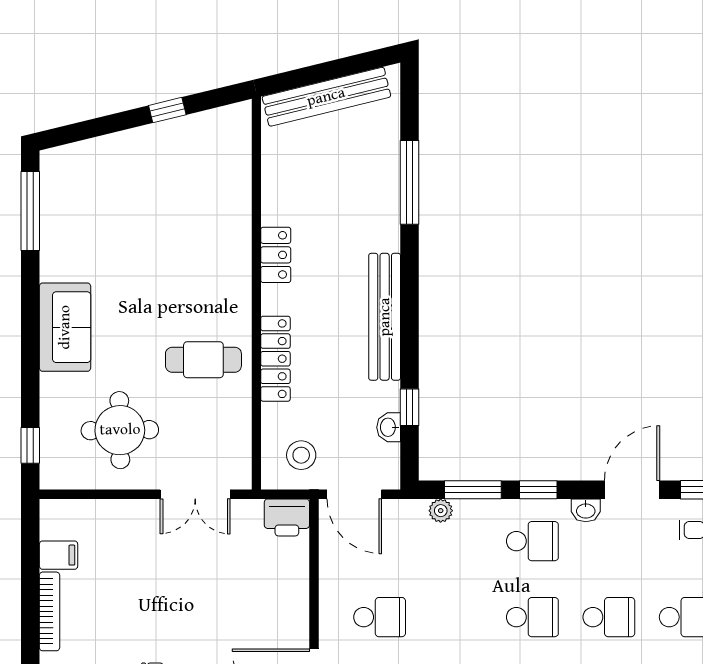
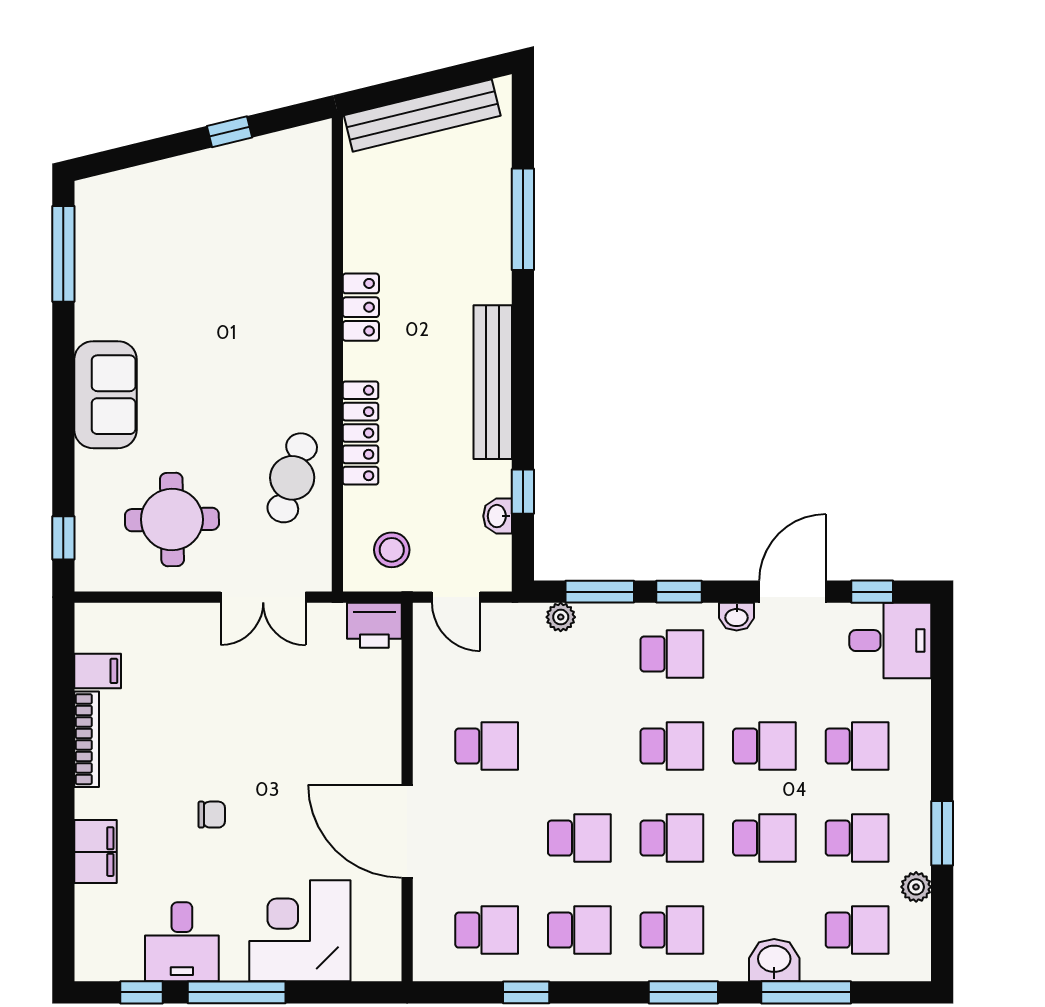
cafe table: (203, 360) -> (292, 478), moved, turned -73
door: (354, 494) -> (456, 597), width x0.73

